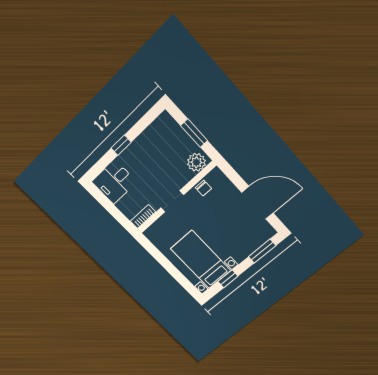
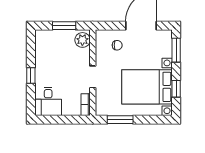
chair: (203, 188) -> (117, 45), moved
window: (159, 256) -> (120, 120), added
bed with nightstands: (201, 260) -> (147, 87), width x1.36

